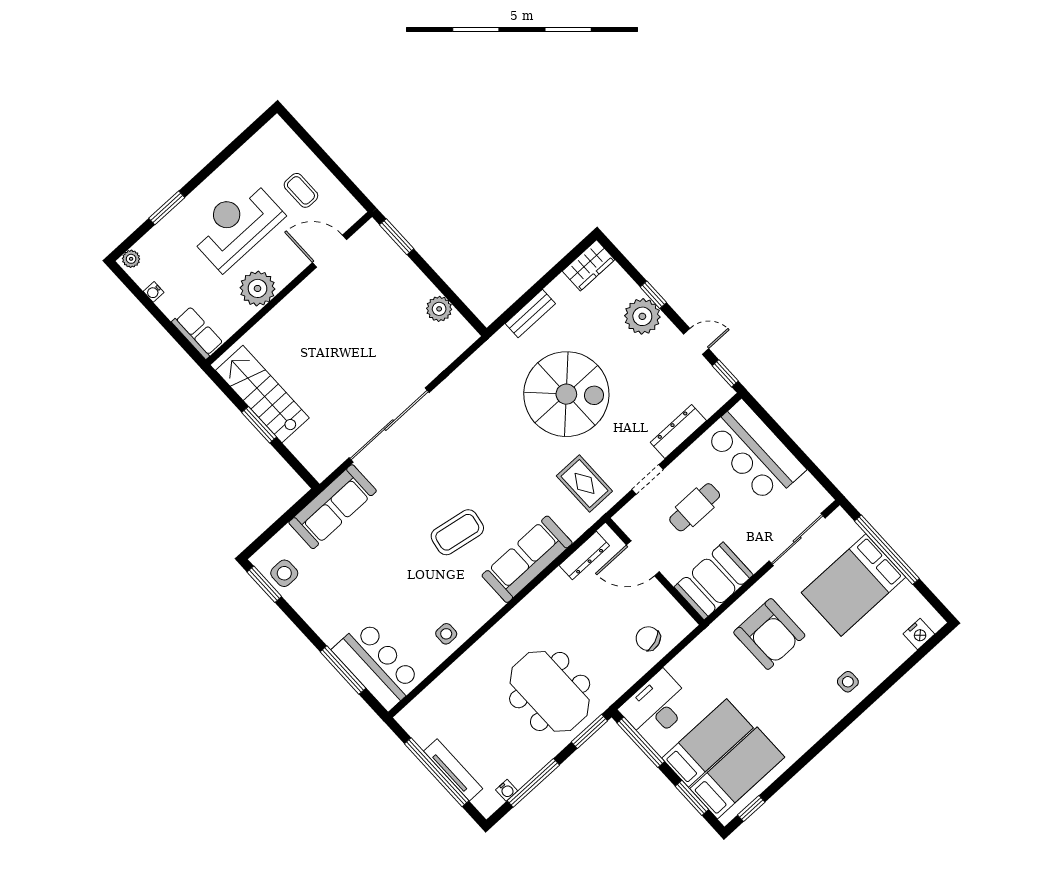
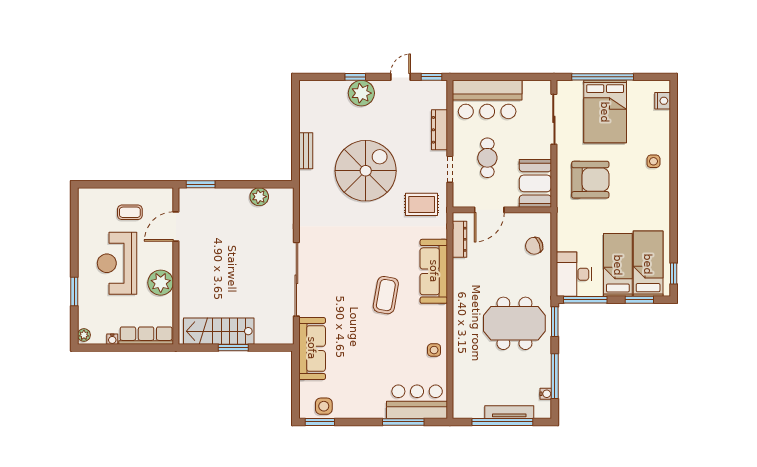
wardrobe: (589, 265) -> (309, 97), removed
row of seats: (198, 333) -> (146, 336), width x1.48

